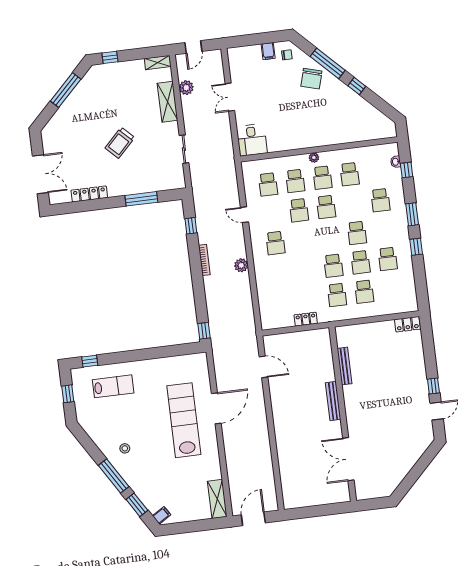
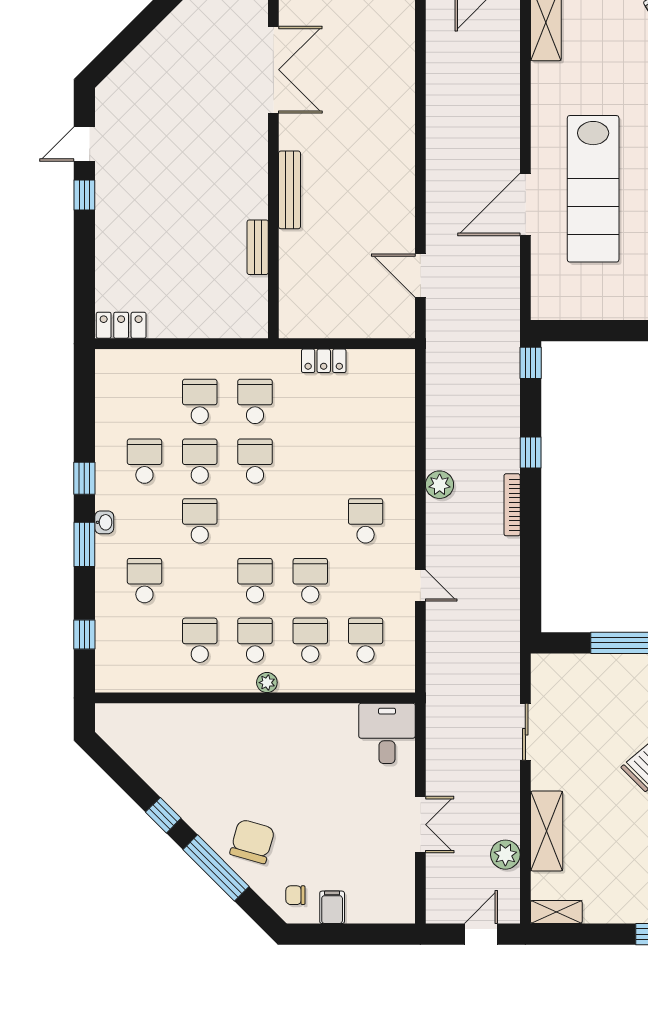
washbasin: (396, 162) -> (104, 522), moved
window: (191, 226) -> (531, 452), moved
bench: (345, 366) -> (258, 247), width x0.73

